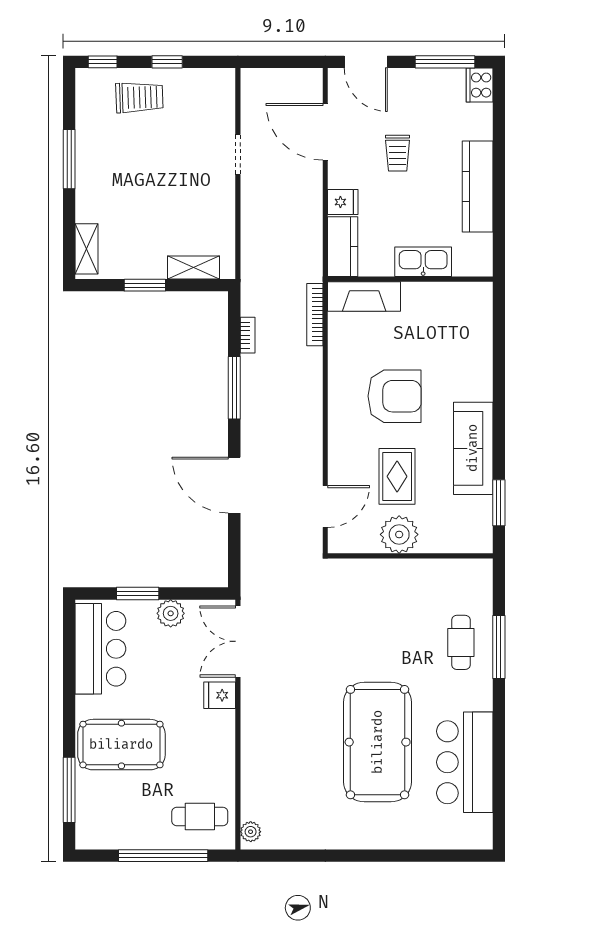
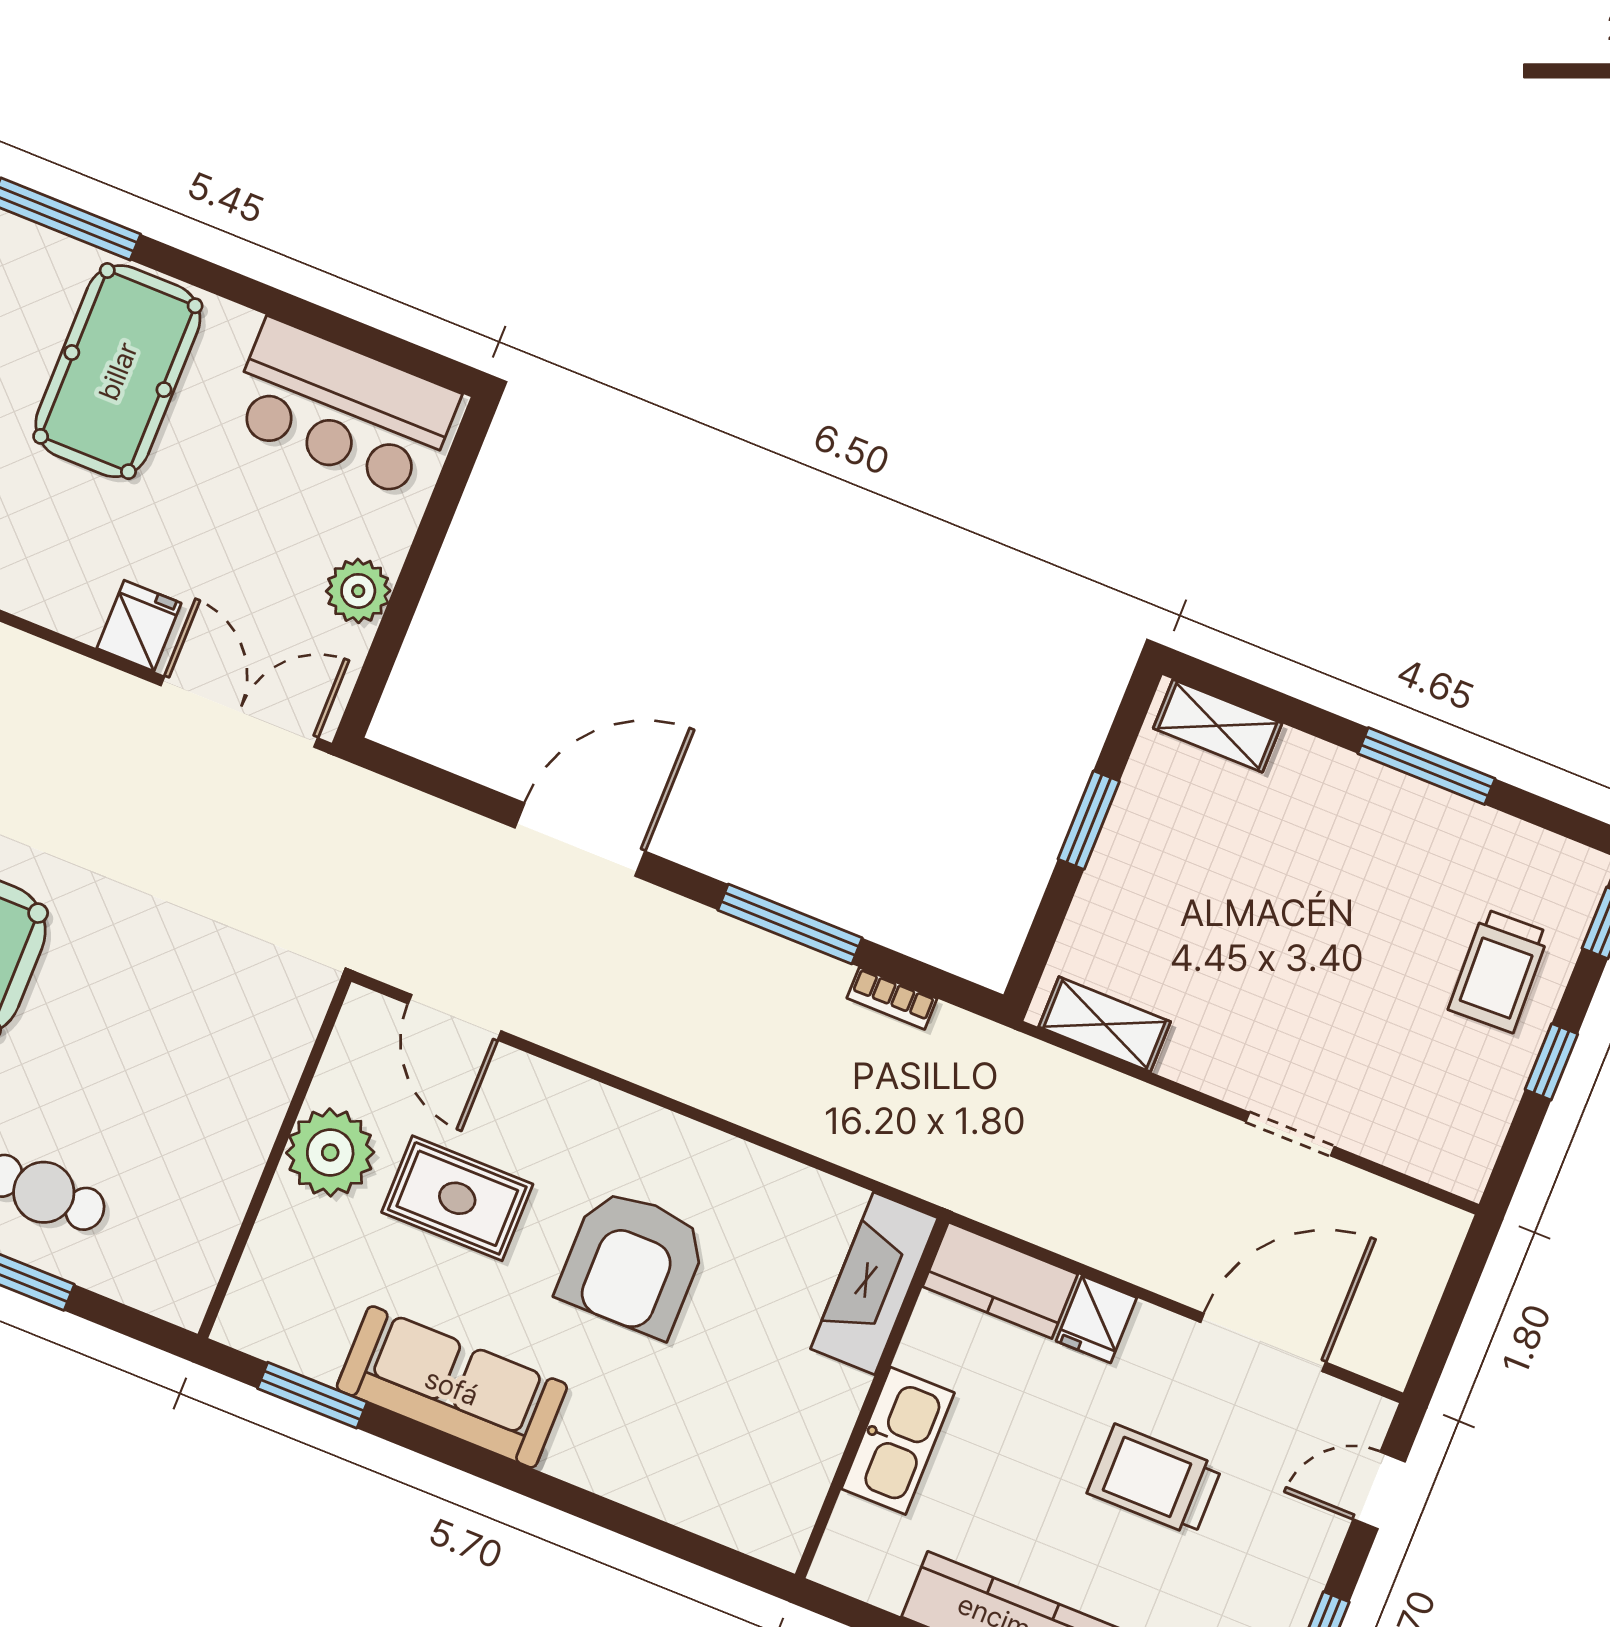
door: (366, 62) -> (1379, 1490), width x0.73
trolley: (398, 153) -> (1155, 1480), width x1.36, depth x1.39
shelving: (194, 267) -> (1105, 1024), moved, turned 90
bookcase: (315, 315) -> (878, 1161), removed
window: (138, 593) -> (430, 537), removed

